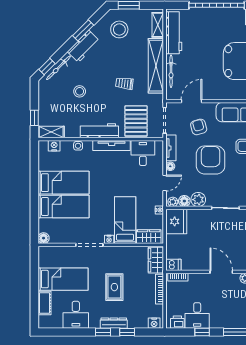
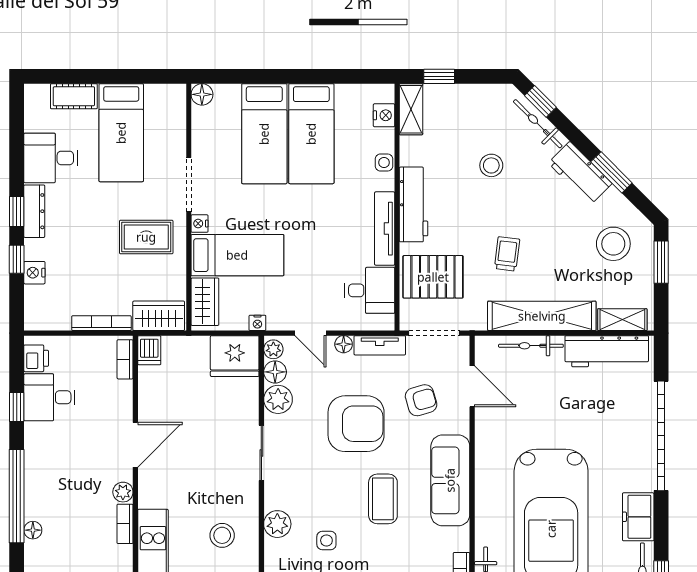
rug: (114, 287) -> (146, 237), moved
dresser: (114, 323) -> (34, 211), moved
nightstand: (154, 323) -> (34, 273), moved

